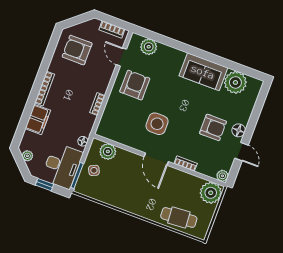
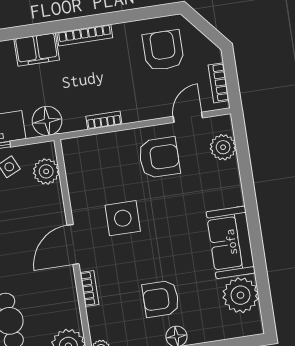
armchair: (213, 127) -> (161, 299), turned 90
floor lamp: (83, 141) -> (47, 121), width x1.89, depth x1.89

